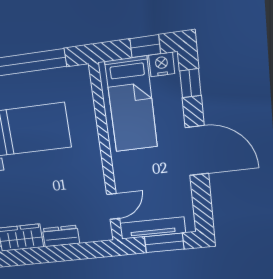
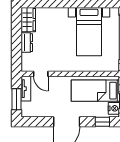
tv unit: (153, 228) -> (26, 89), width x0.71

